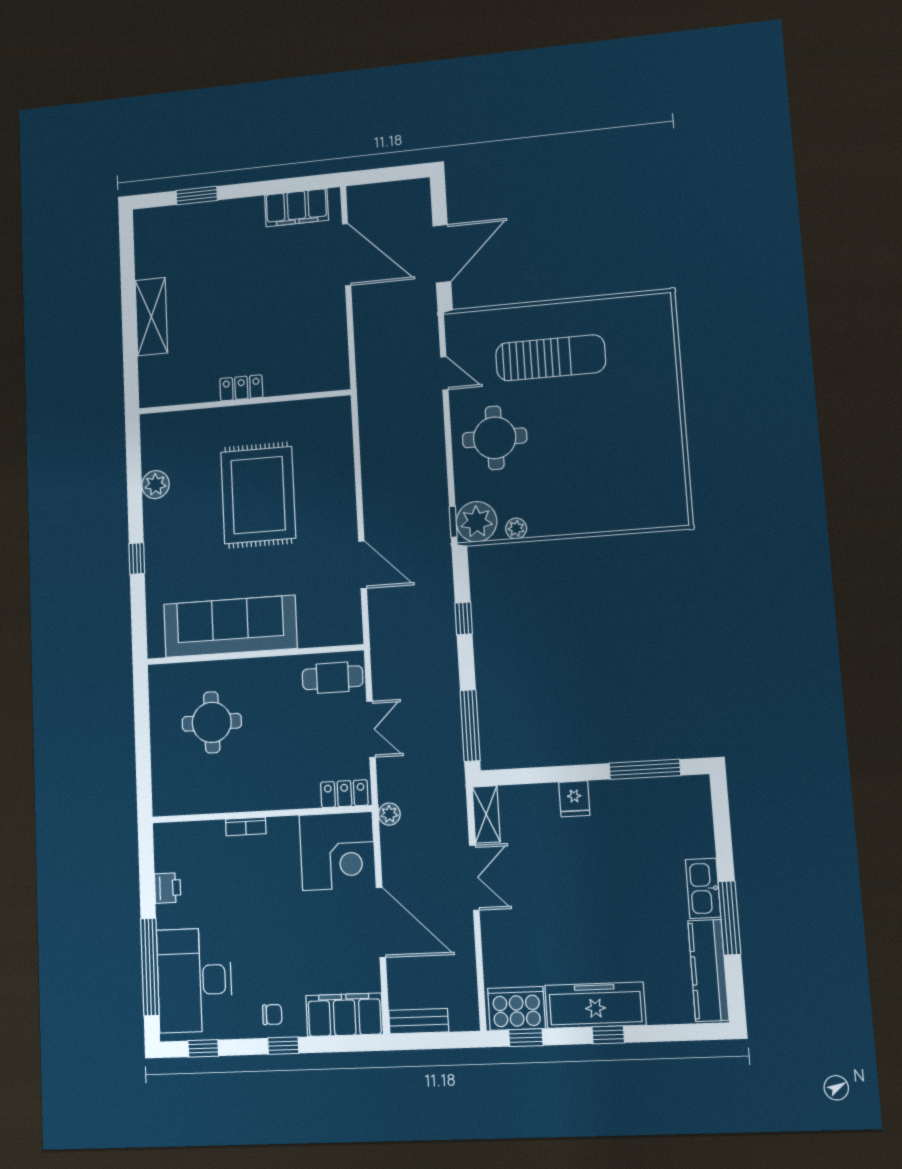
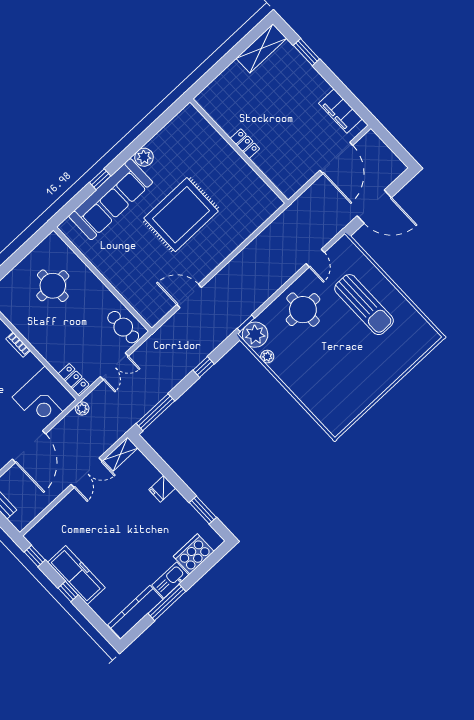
shelving: (151, 317) -> (261, 48), moved
locker: (241, 388) -> (245, 144), moved
wall: (244, 402) -> (239, 151), moved
door: (363, 565) -> (189, 296), swing flipped
sofa: (230, 626) -> (111, 199), moved, turned 90
window: (645, 769) -> (203, 510), width x0.69
cooker: (516, 1008) -> (194, 554), moved, turned -90

